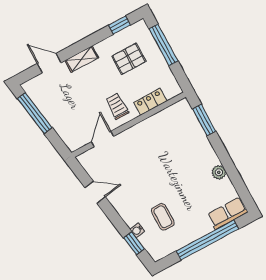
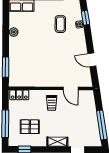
locker: (150, 102) -> (19, 95), moved
door: (103, 139) -> (71, 88), hinge flipped

